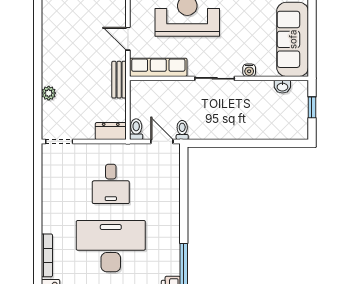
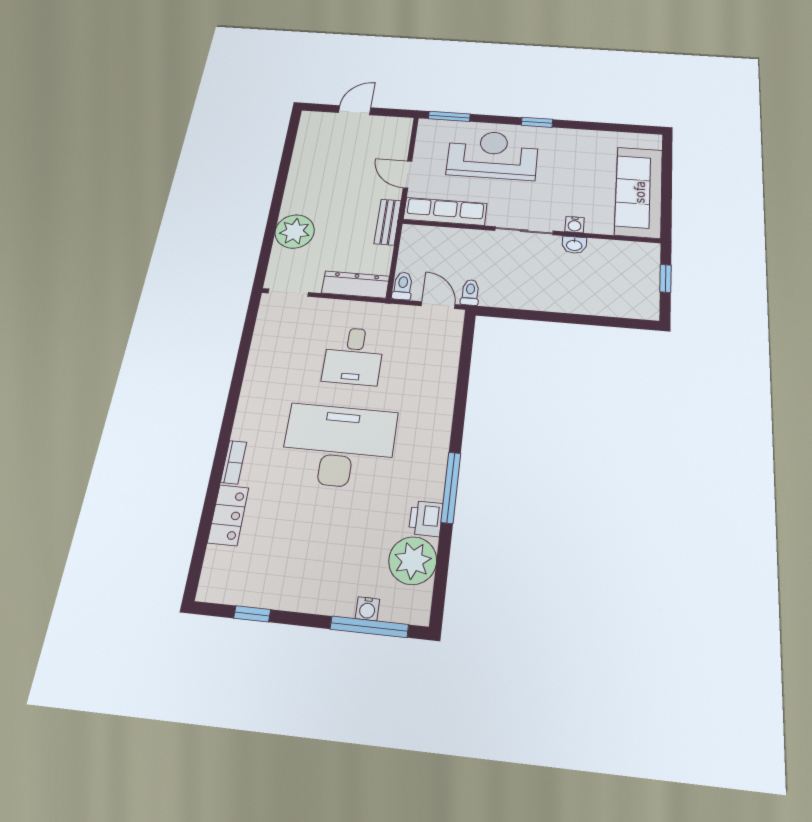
washbasin: (282, 87) -> (574, 245), moved
plant: (49, 93) -> (295, 231), width x1.88, depth x1.88
dresser: (111, 131) -> (355, 285), width x1.44
bookcase: (47, 255) -> (234, 462), width x0.64

